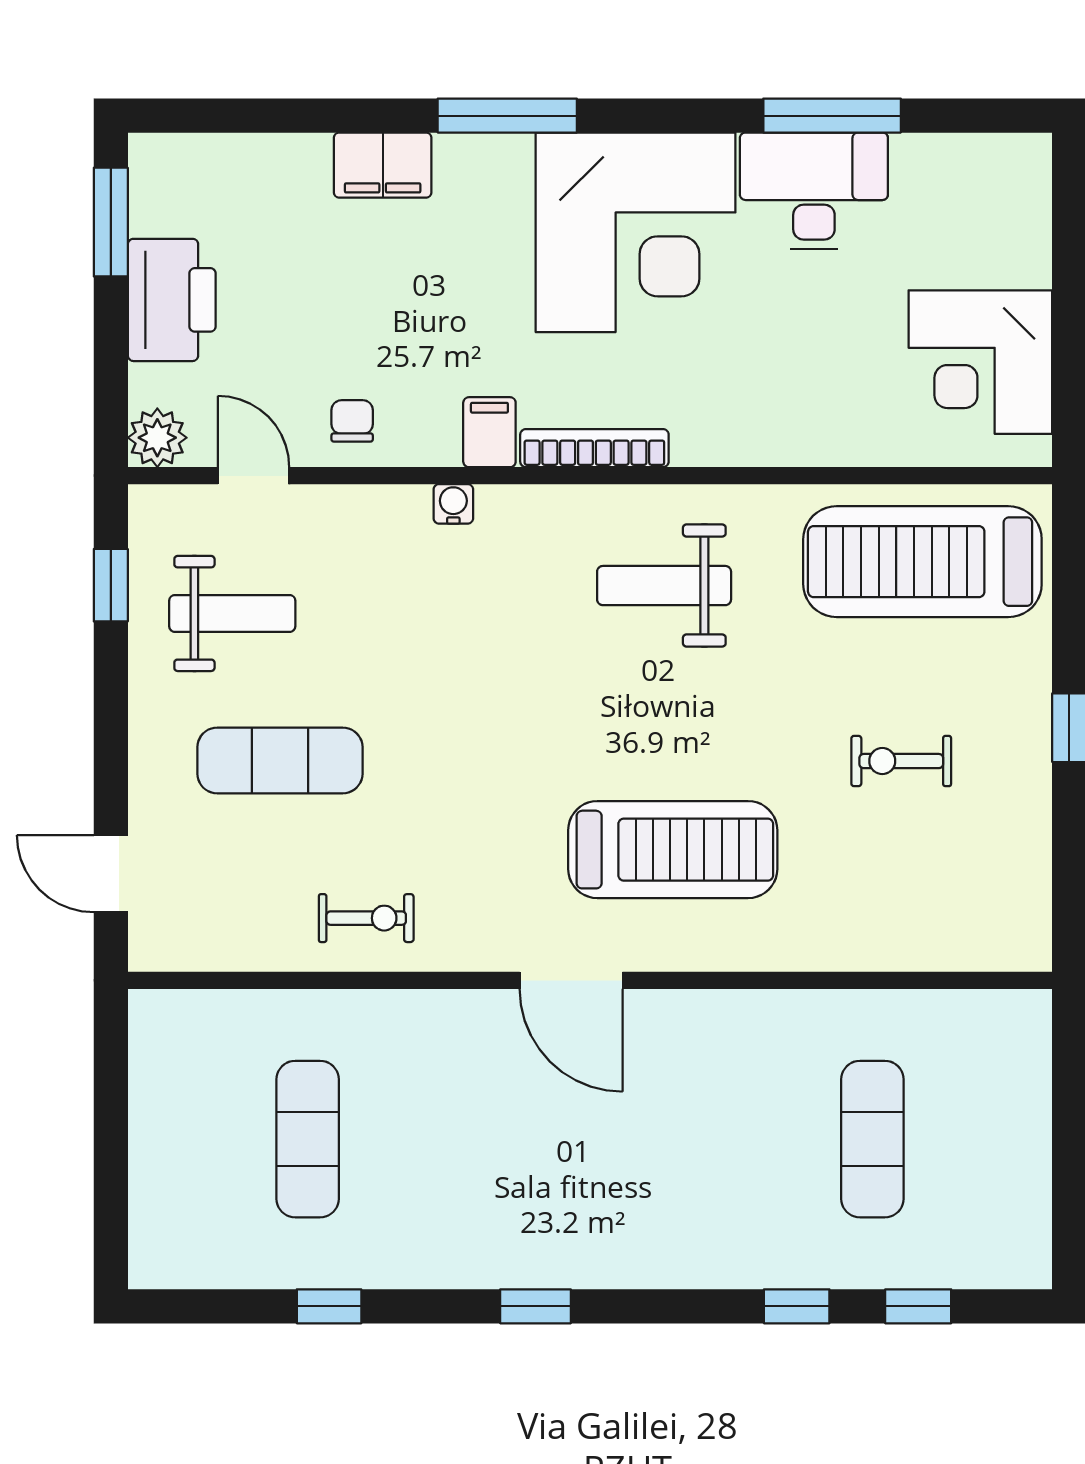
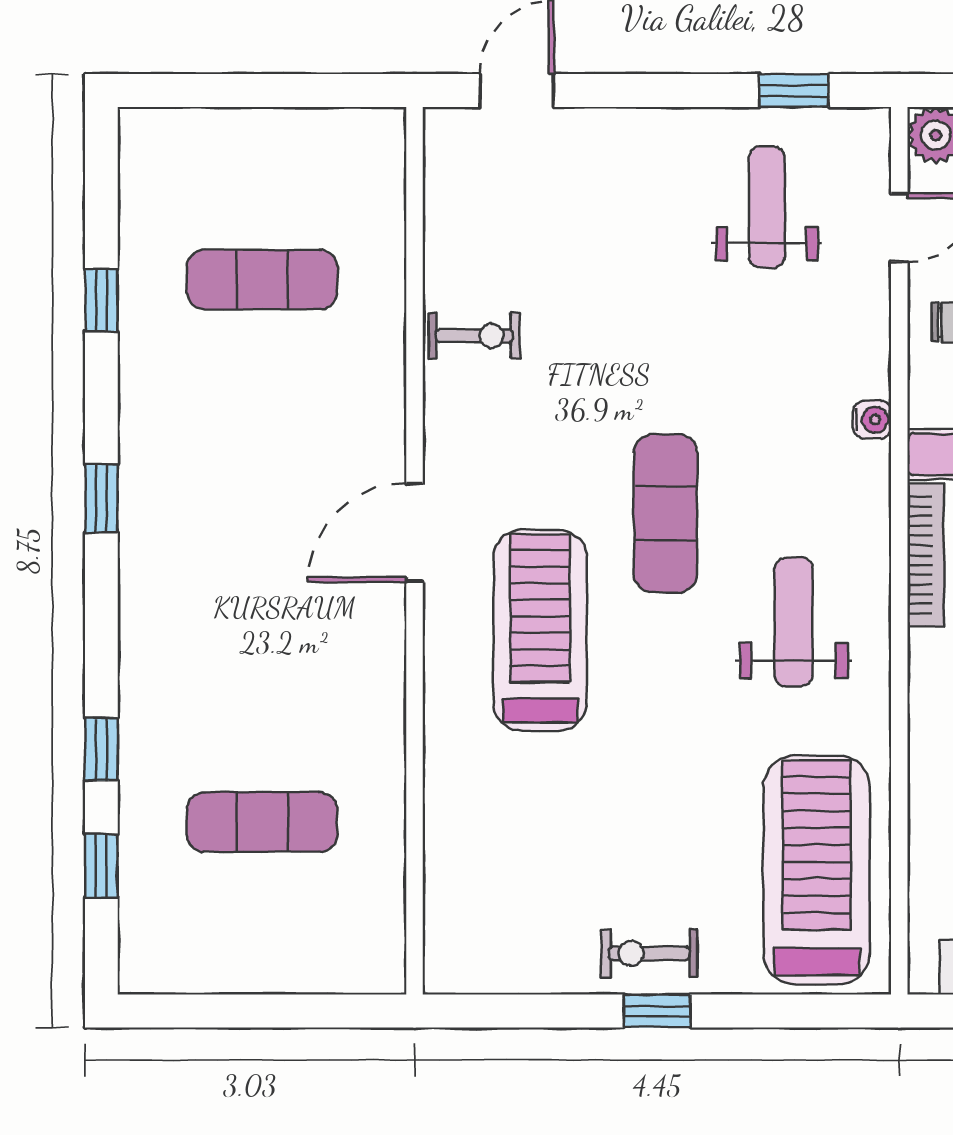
weight bench: (232, 613) -> (767, 207), turned 180
exercise mat: (280, 760) -> (666, 513), moved
exercise bike: (901, 761) -> (649, 953), moved, turned -90
treadmill: (673, 850) -> (540, 630), turned 180
exercise bike: (366, 918) -> (474, 336), turned -90

